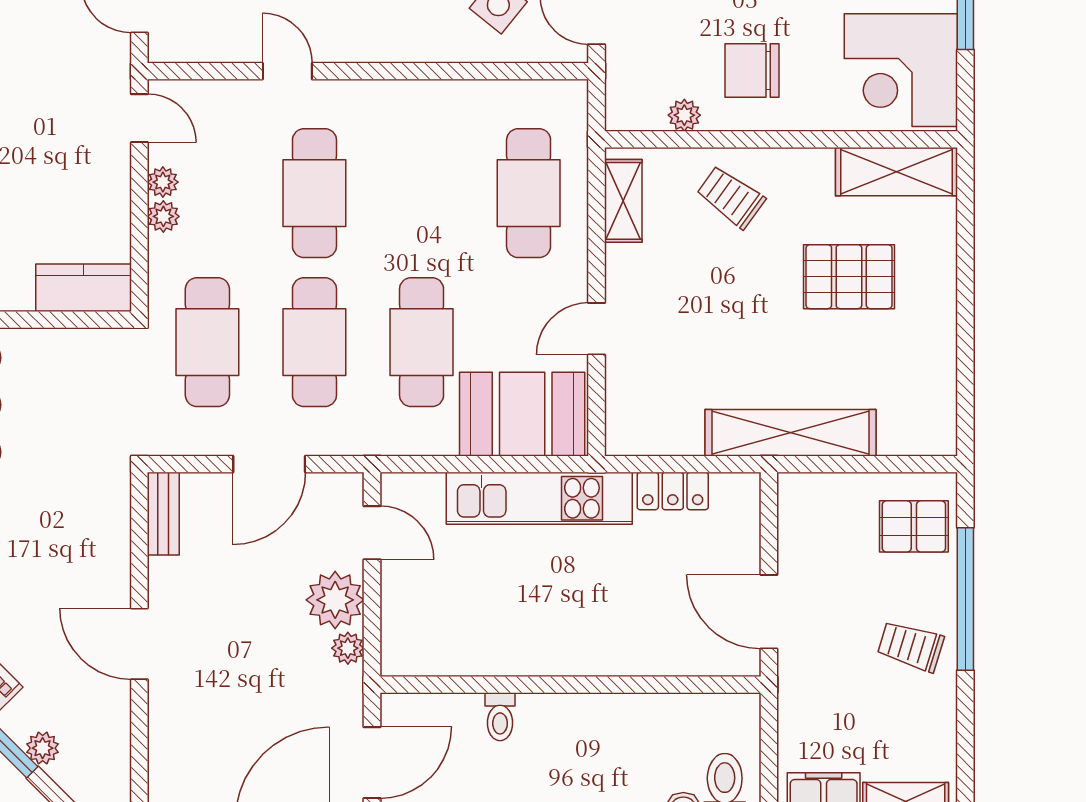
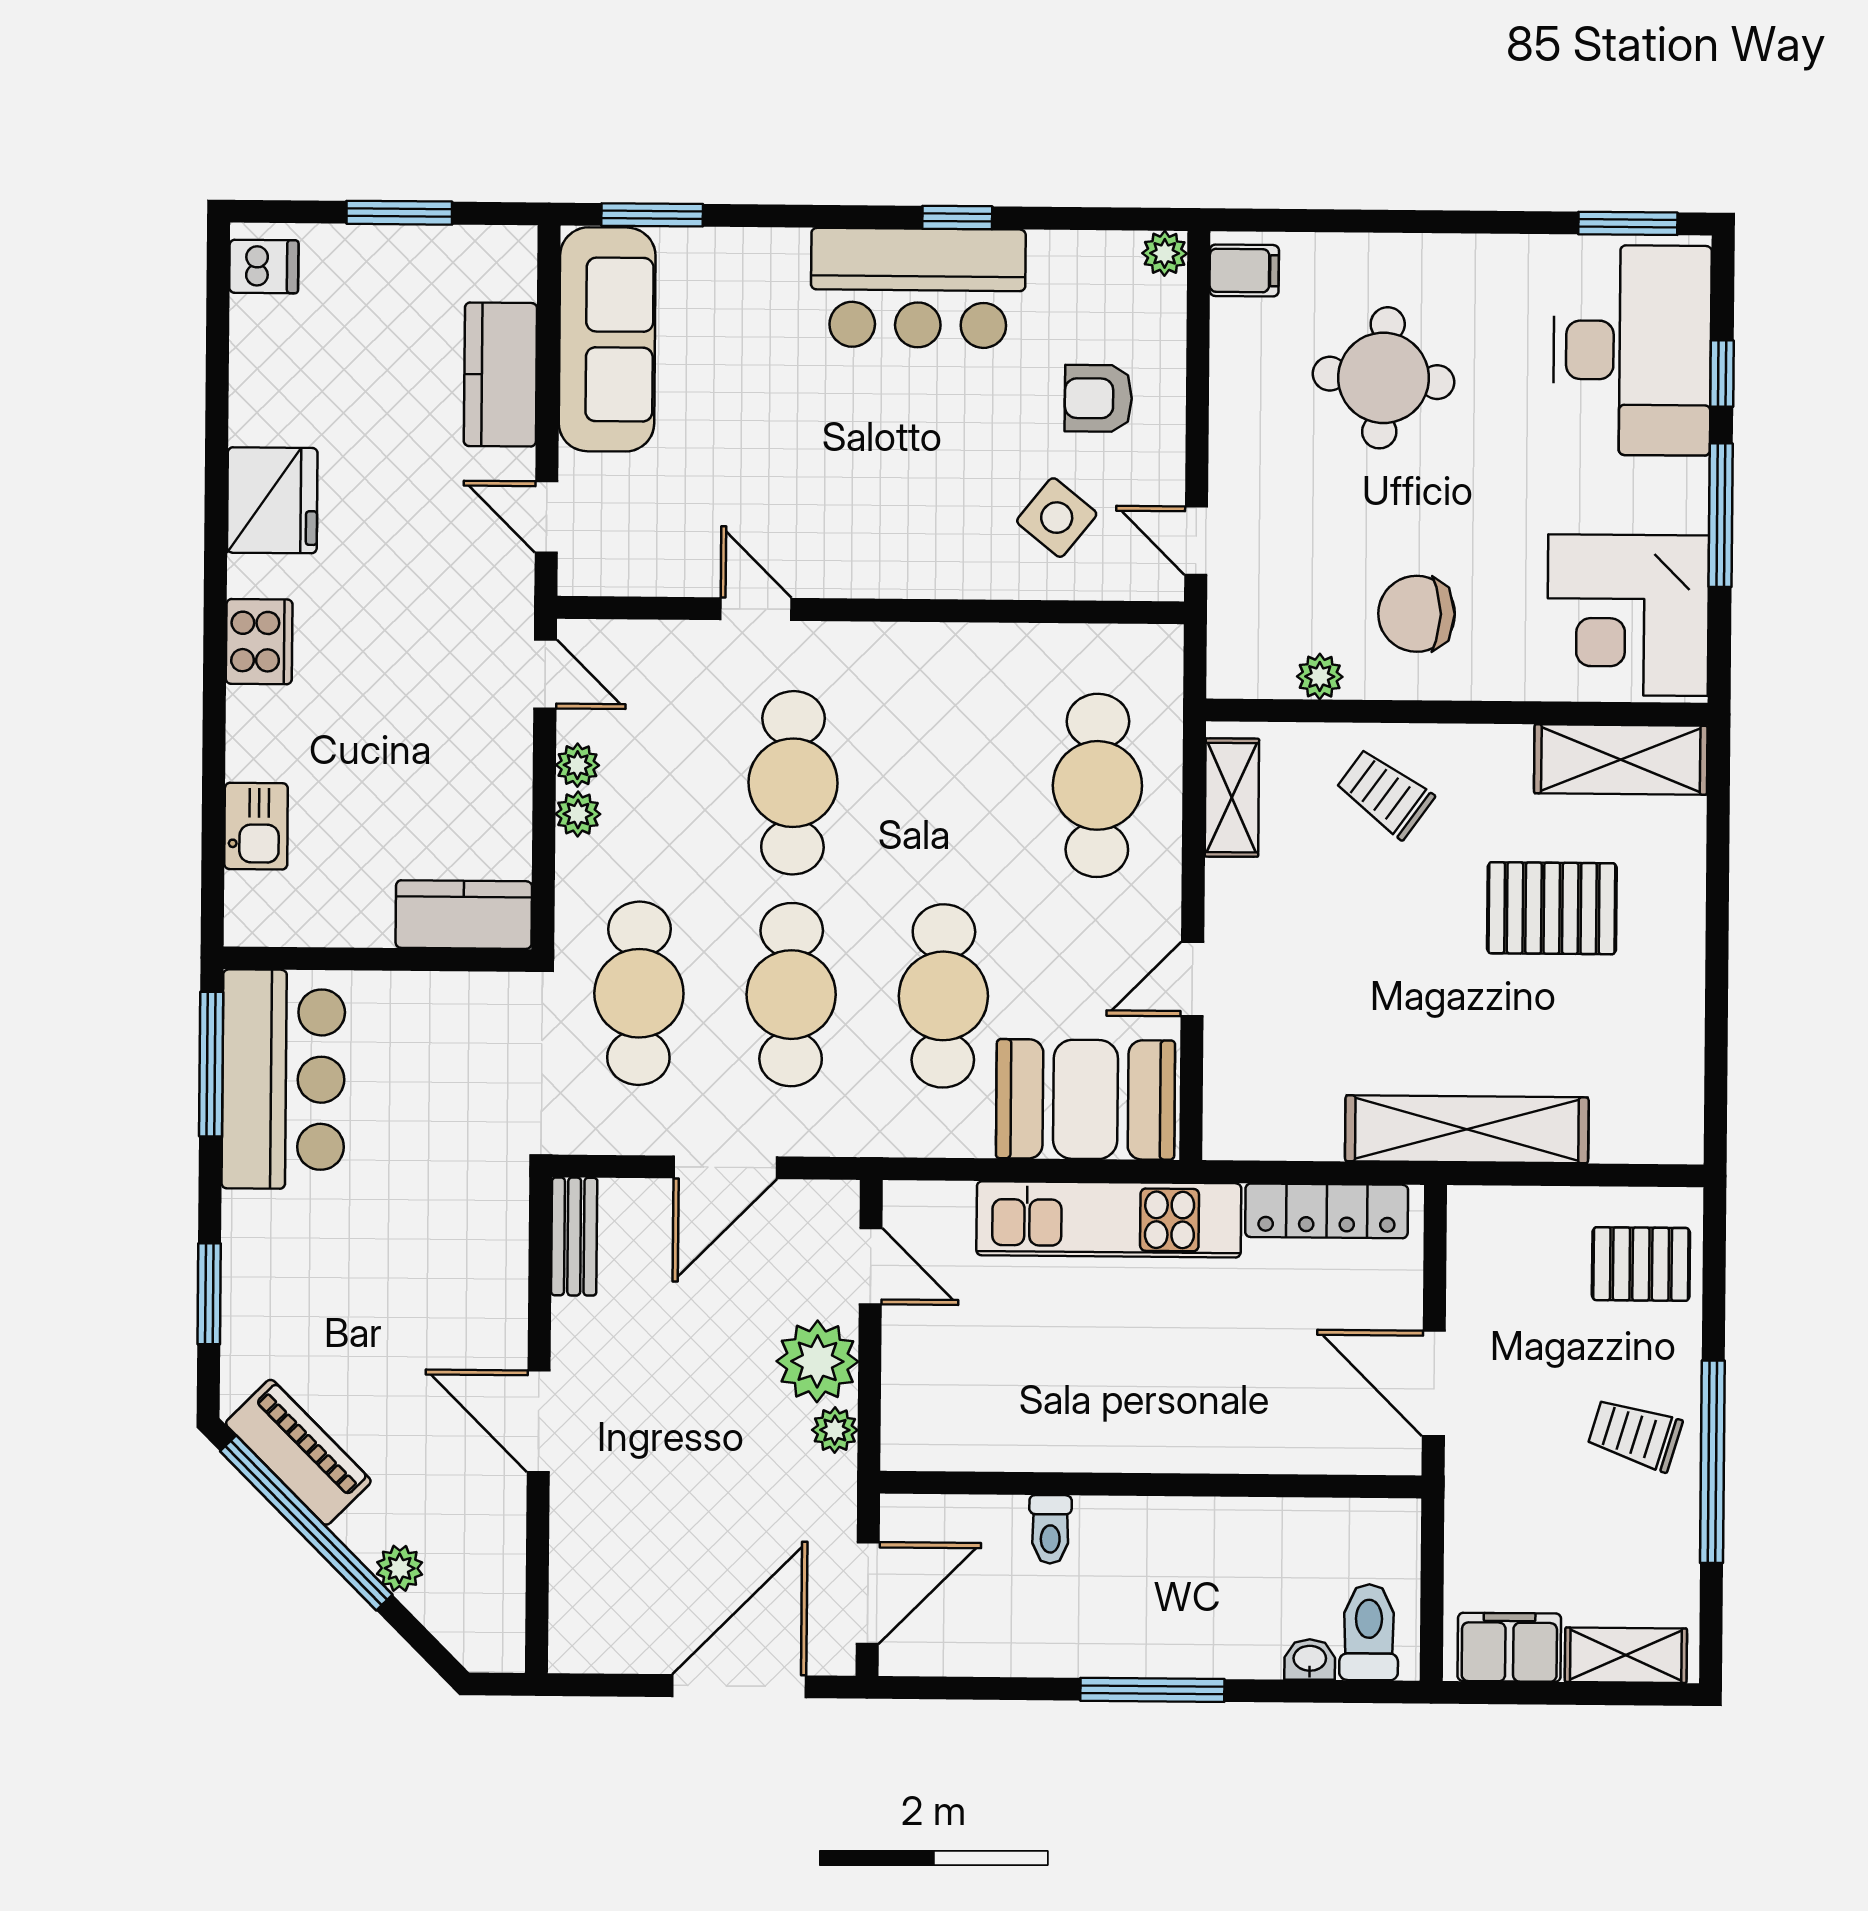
locker: (673, 491) -> (1327, 1211), width x1.53
window: (965, 599) -> (1712, 1462), moved

